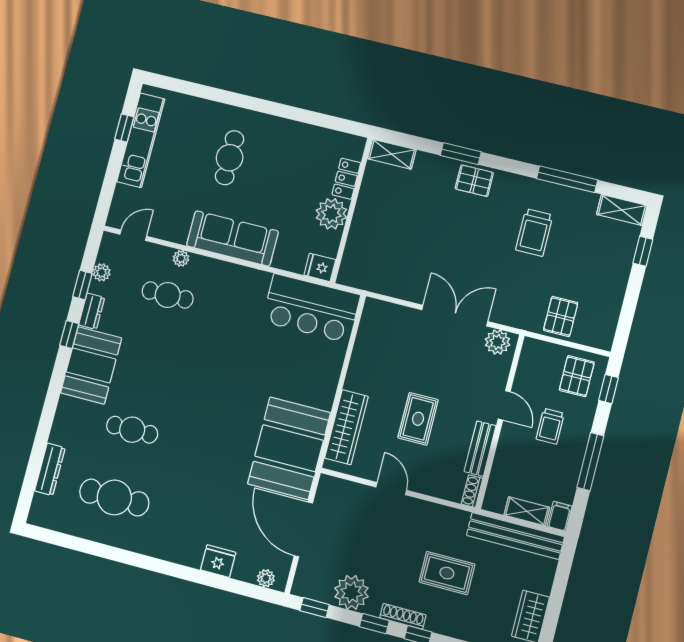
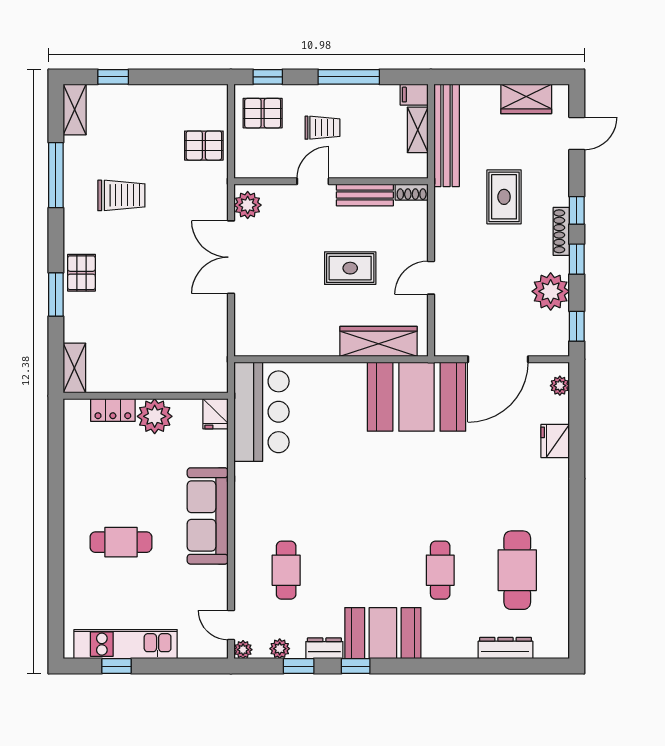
plant: (181, 258) -> (243, 650), moved

